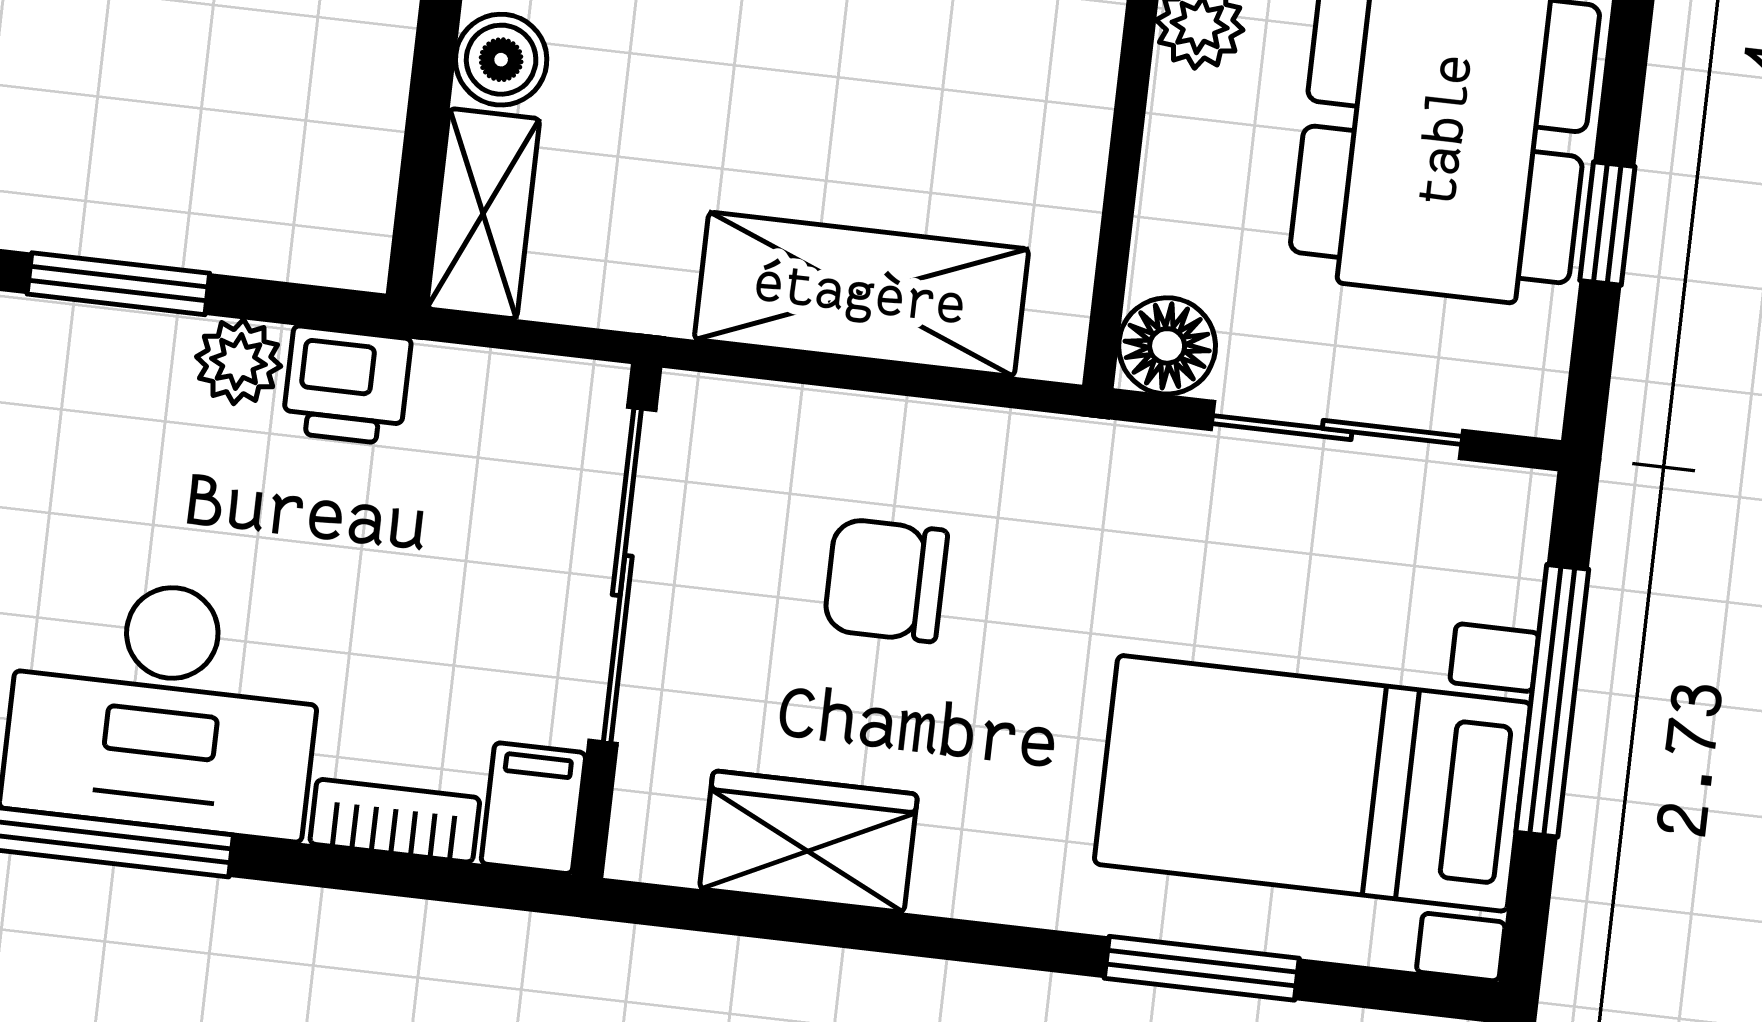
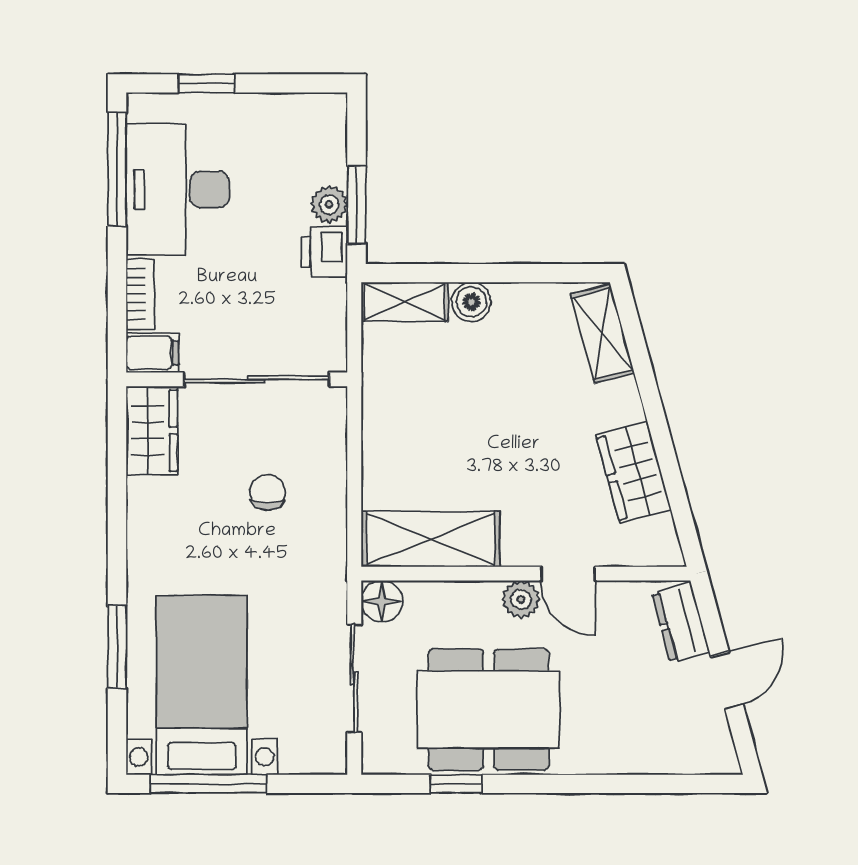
window: (118, 284) -> (357, 205), moved
shelving: (861, 294) -> (430, 539), moved, turned 90
chair: (886, 580) -> (268, 492), width x0.73, depth x0.73
window: (1552, 701) -> (209, 784), moved
wardrobe: (808, 842) -> (152, 431), moved

